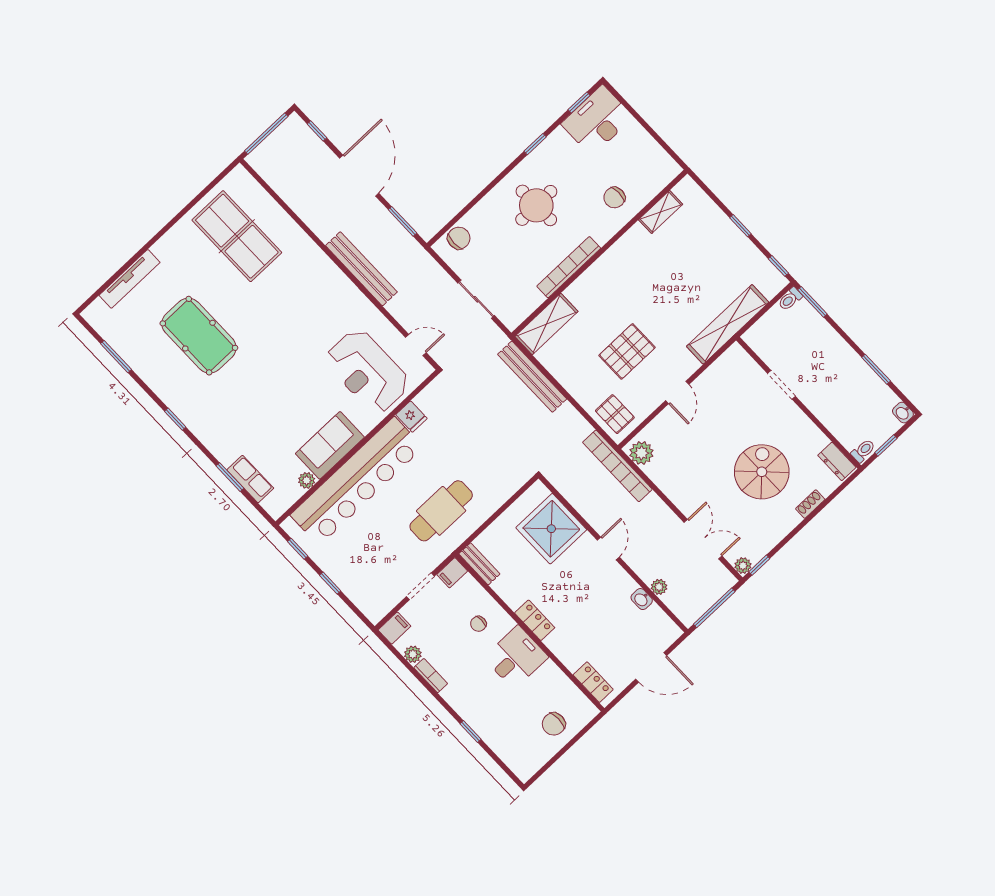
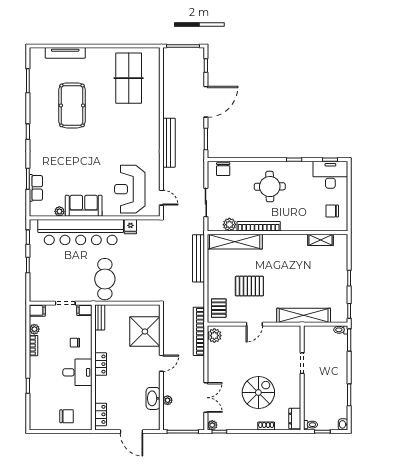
chair: (614, 198) -> (332, 211), moved
chair: (459, 238) -> (223, 169), turned 90
plant: (531, 299) -> (229, 225), added
shelving: (546, 324) -> (235, 242), width x1.47
cafe table: (441, 511) -> (105, 279), turned 90
washbasin: (642, 599) -> (153, 398), width x1.91, depth x1.45
chair: (554, 724) -> (67, 416), turned 180

